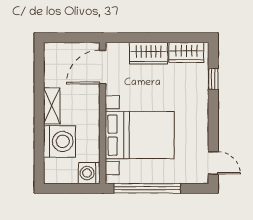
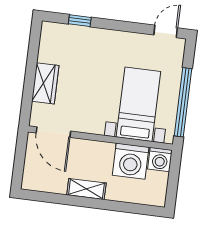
wardrobe: (186, 52) -> (49, 45), removed
bed with nightstands: (140, 135) -> (138, 104), width x0.73
washing machine: (60, 141) -> (131, 161), moved, turned 180

